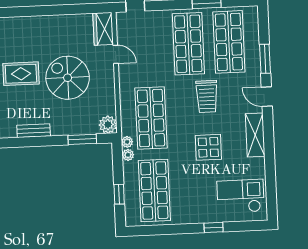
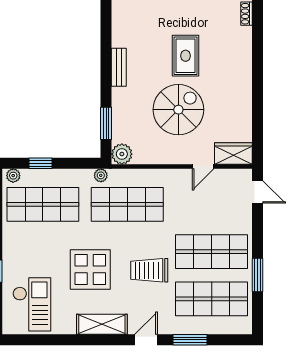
display table: (208, 147) -> (90, 269), width x1.36, depth x1.36
plant: (128, 155) -> (13, 176), moved

